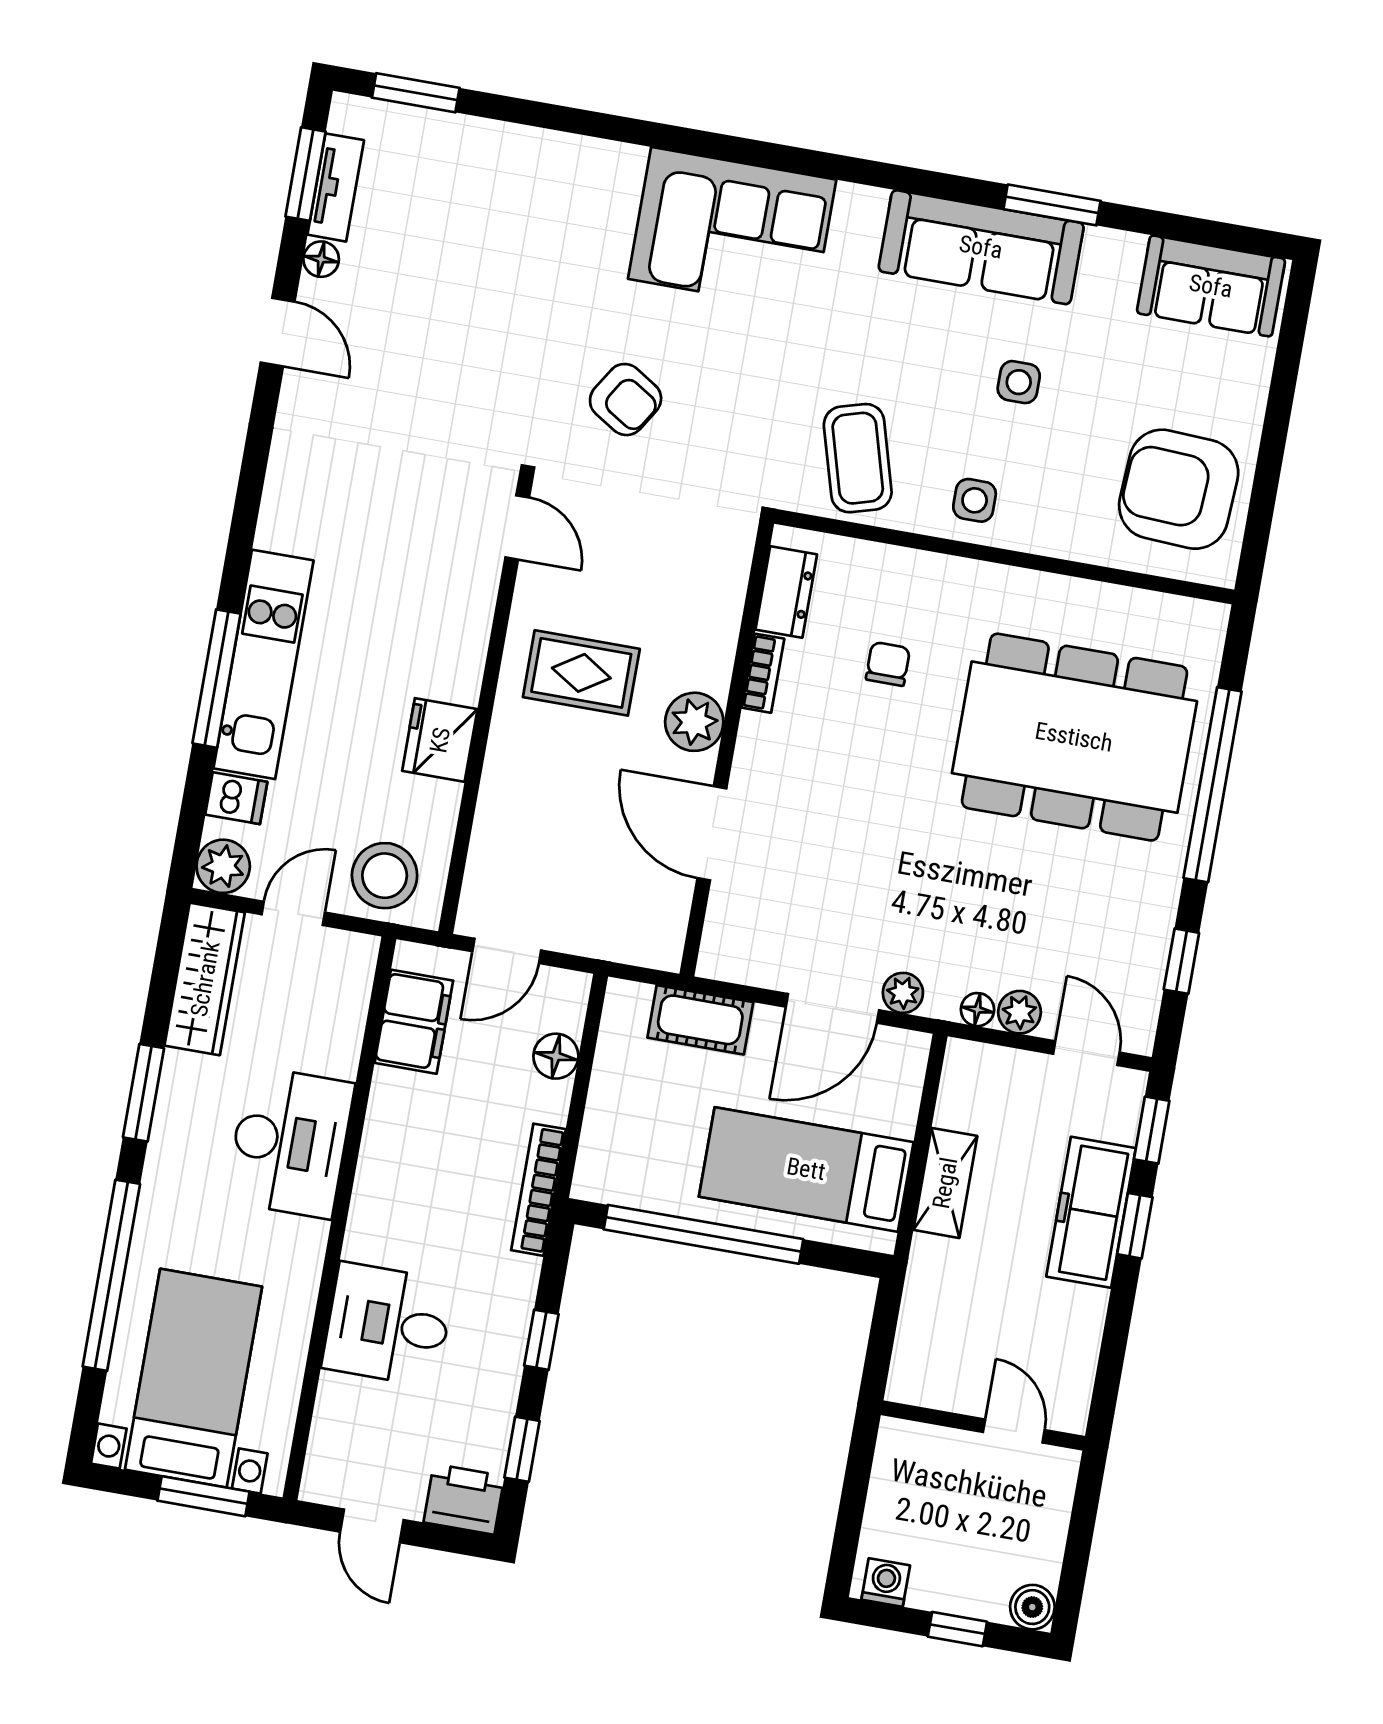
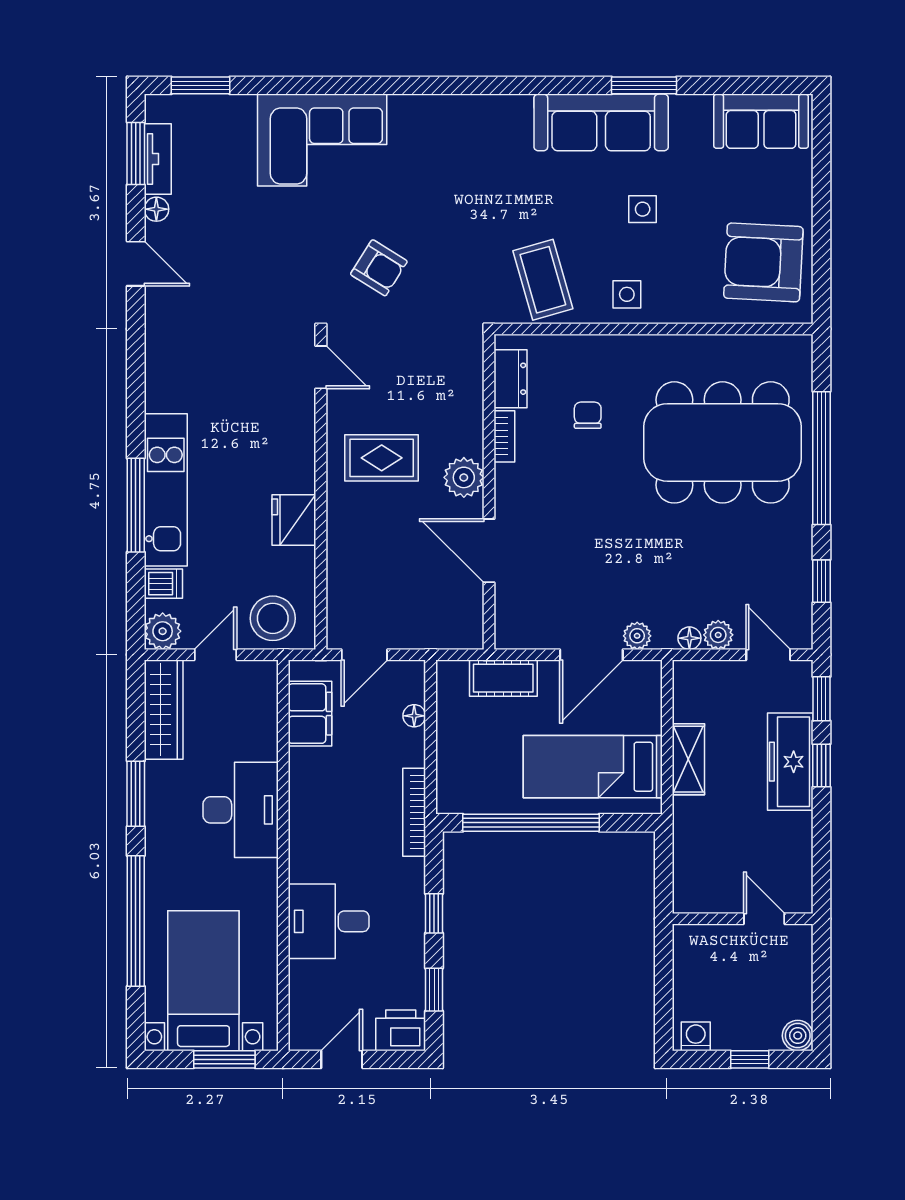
corner sofa: (732, 229) -> (322, 140), moved
floor lamp: (556, 1056) -> (414, 716), width x0.73, depth x0.73
door: (372, 1526) -> (342, 1059), swing flipped

